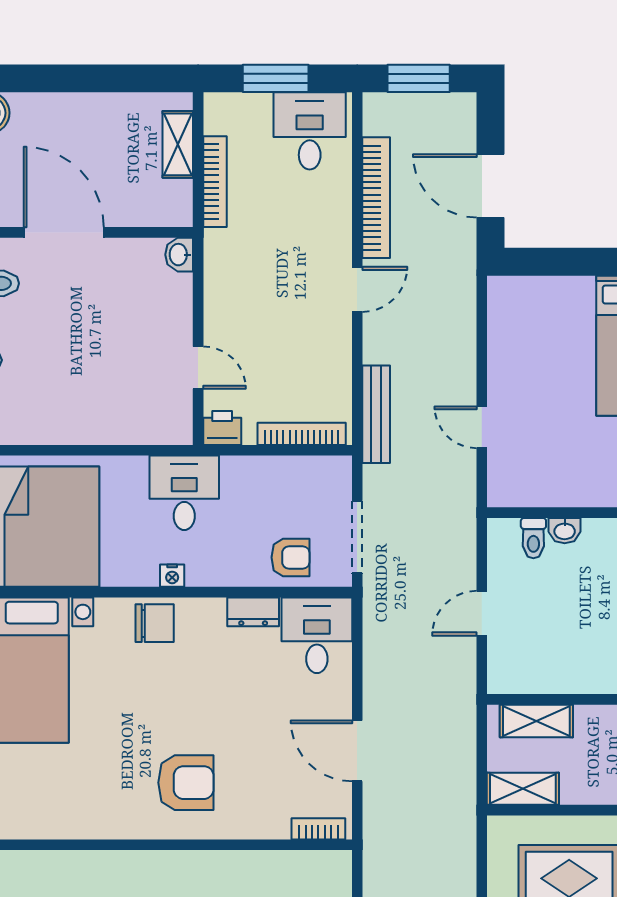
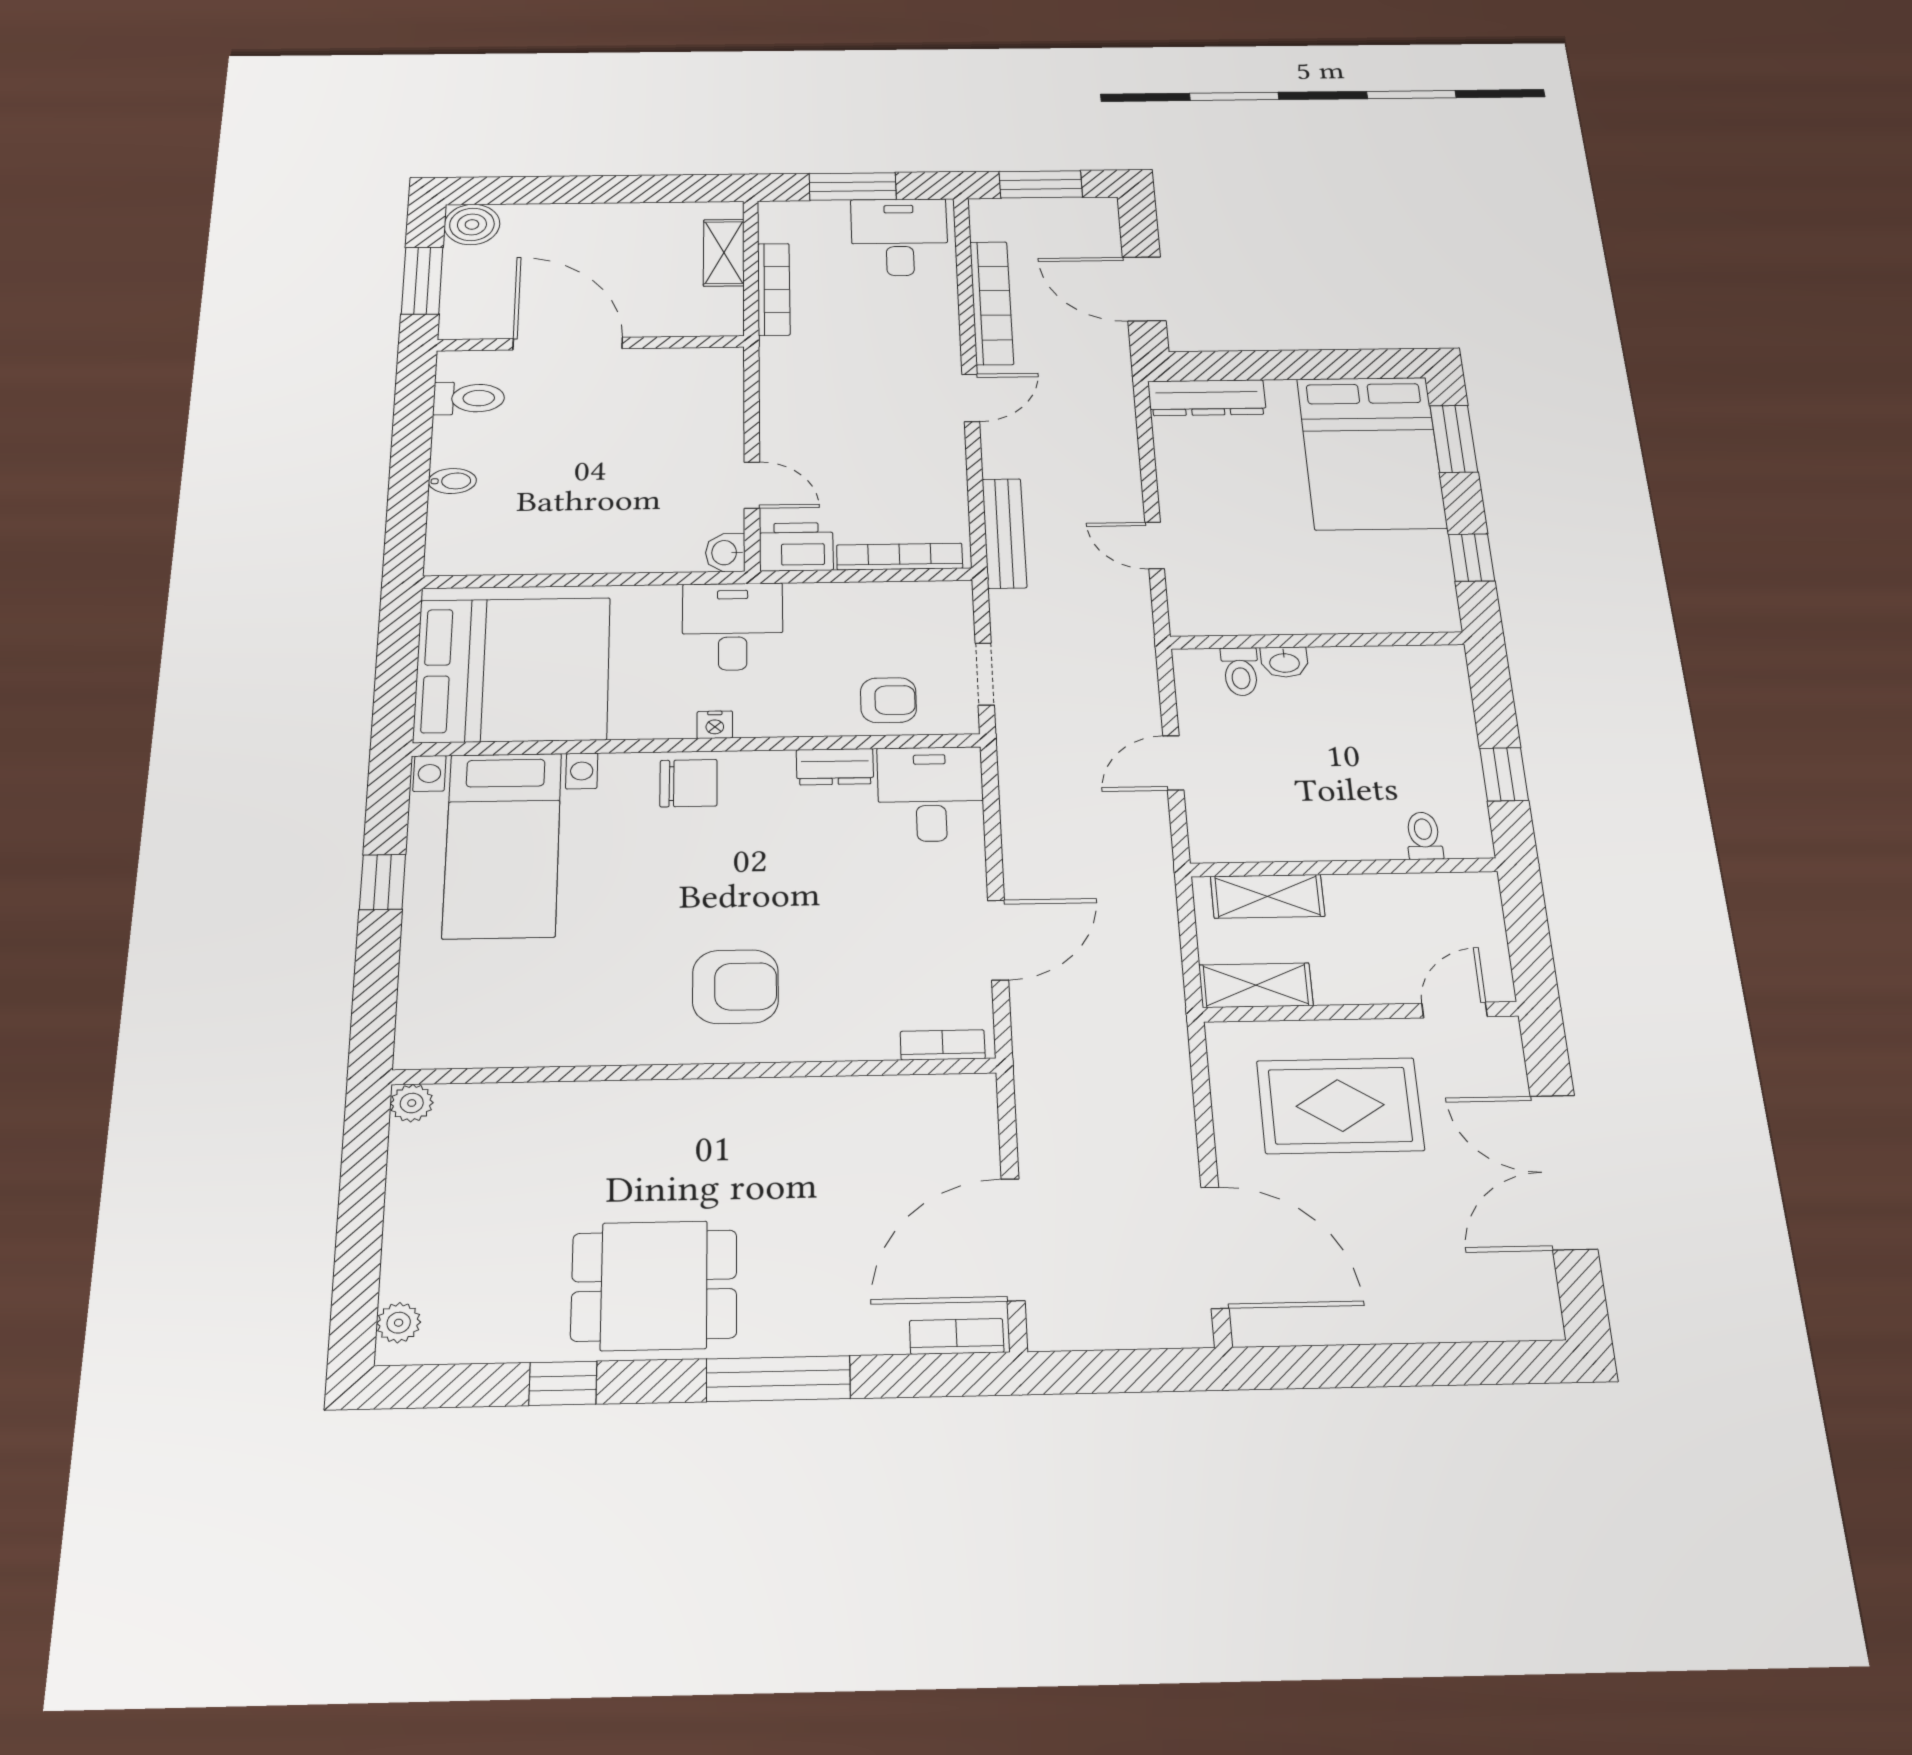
washbasin: (179, 255) -> (725, 553), moved
dresser: (529, 292) -> (1207, 398), added
printer: (222, 428) -> (796, 547), width x1.36, depth x1.24
doorway: (357, 537) -> (985, 674), width x0.73
door: (357, 751) -> (998, 940), swing flipped

